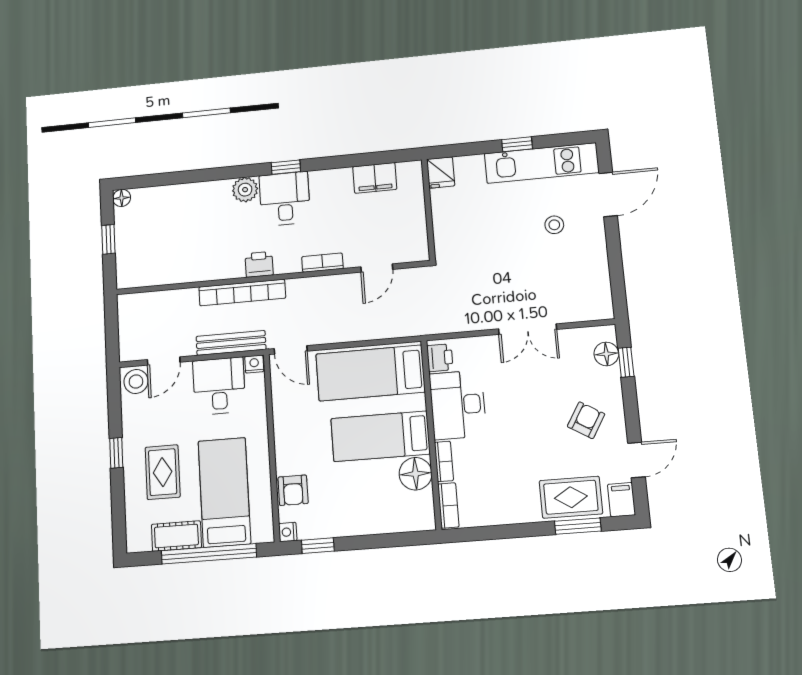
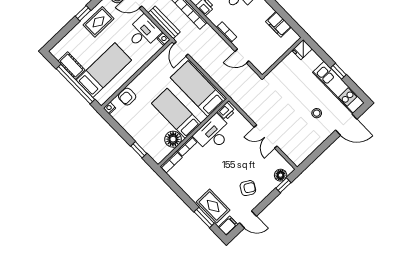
rug: (163, 472) -> (99, 22), moved
window: (318, 546) -> (139, 150), moved

